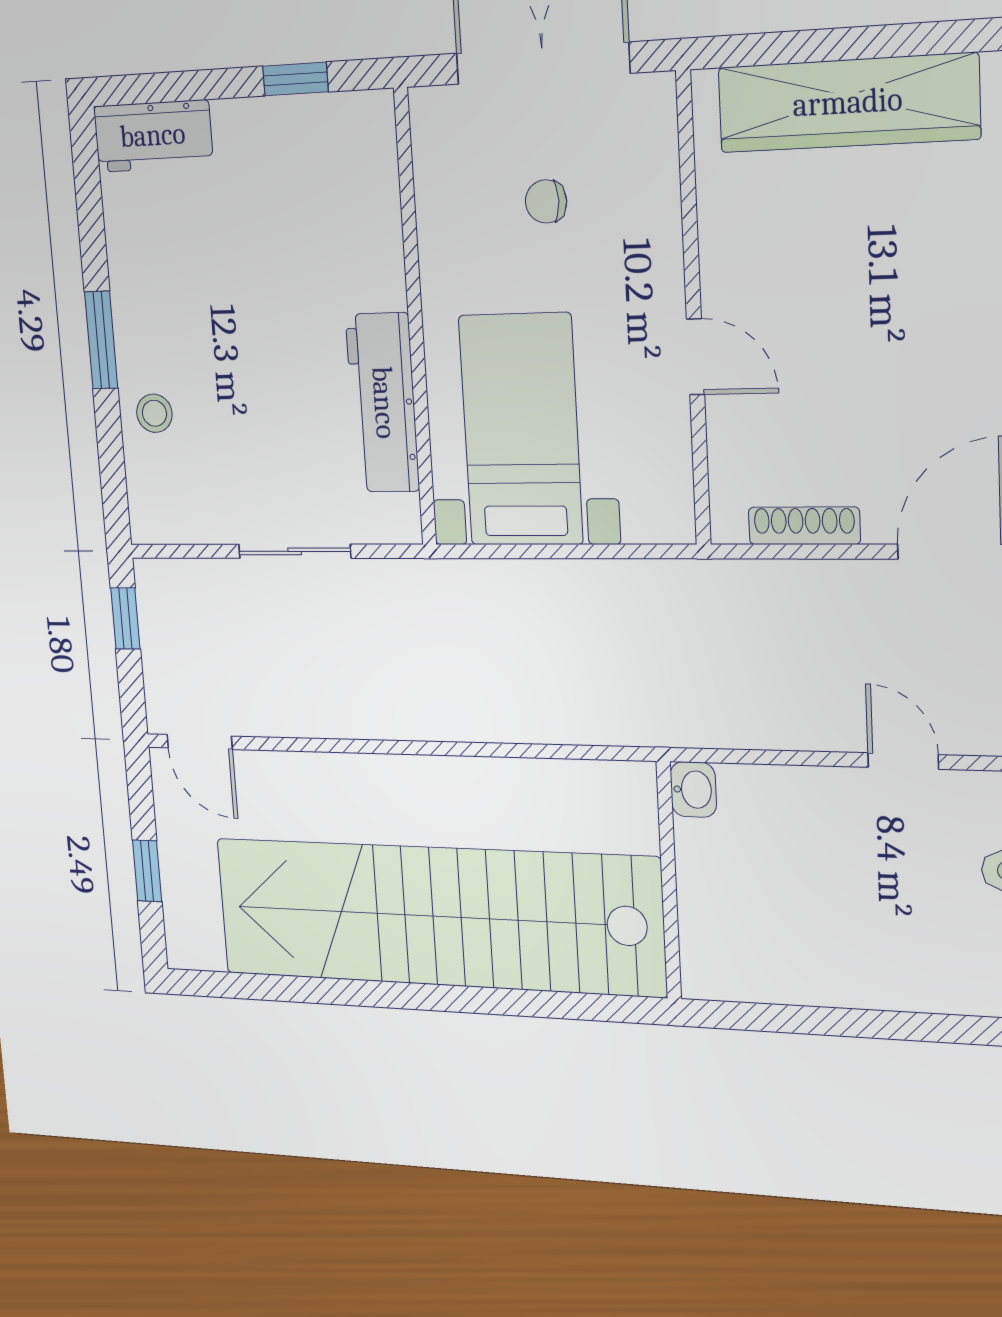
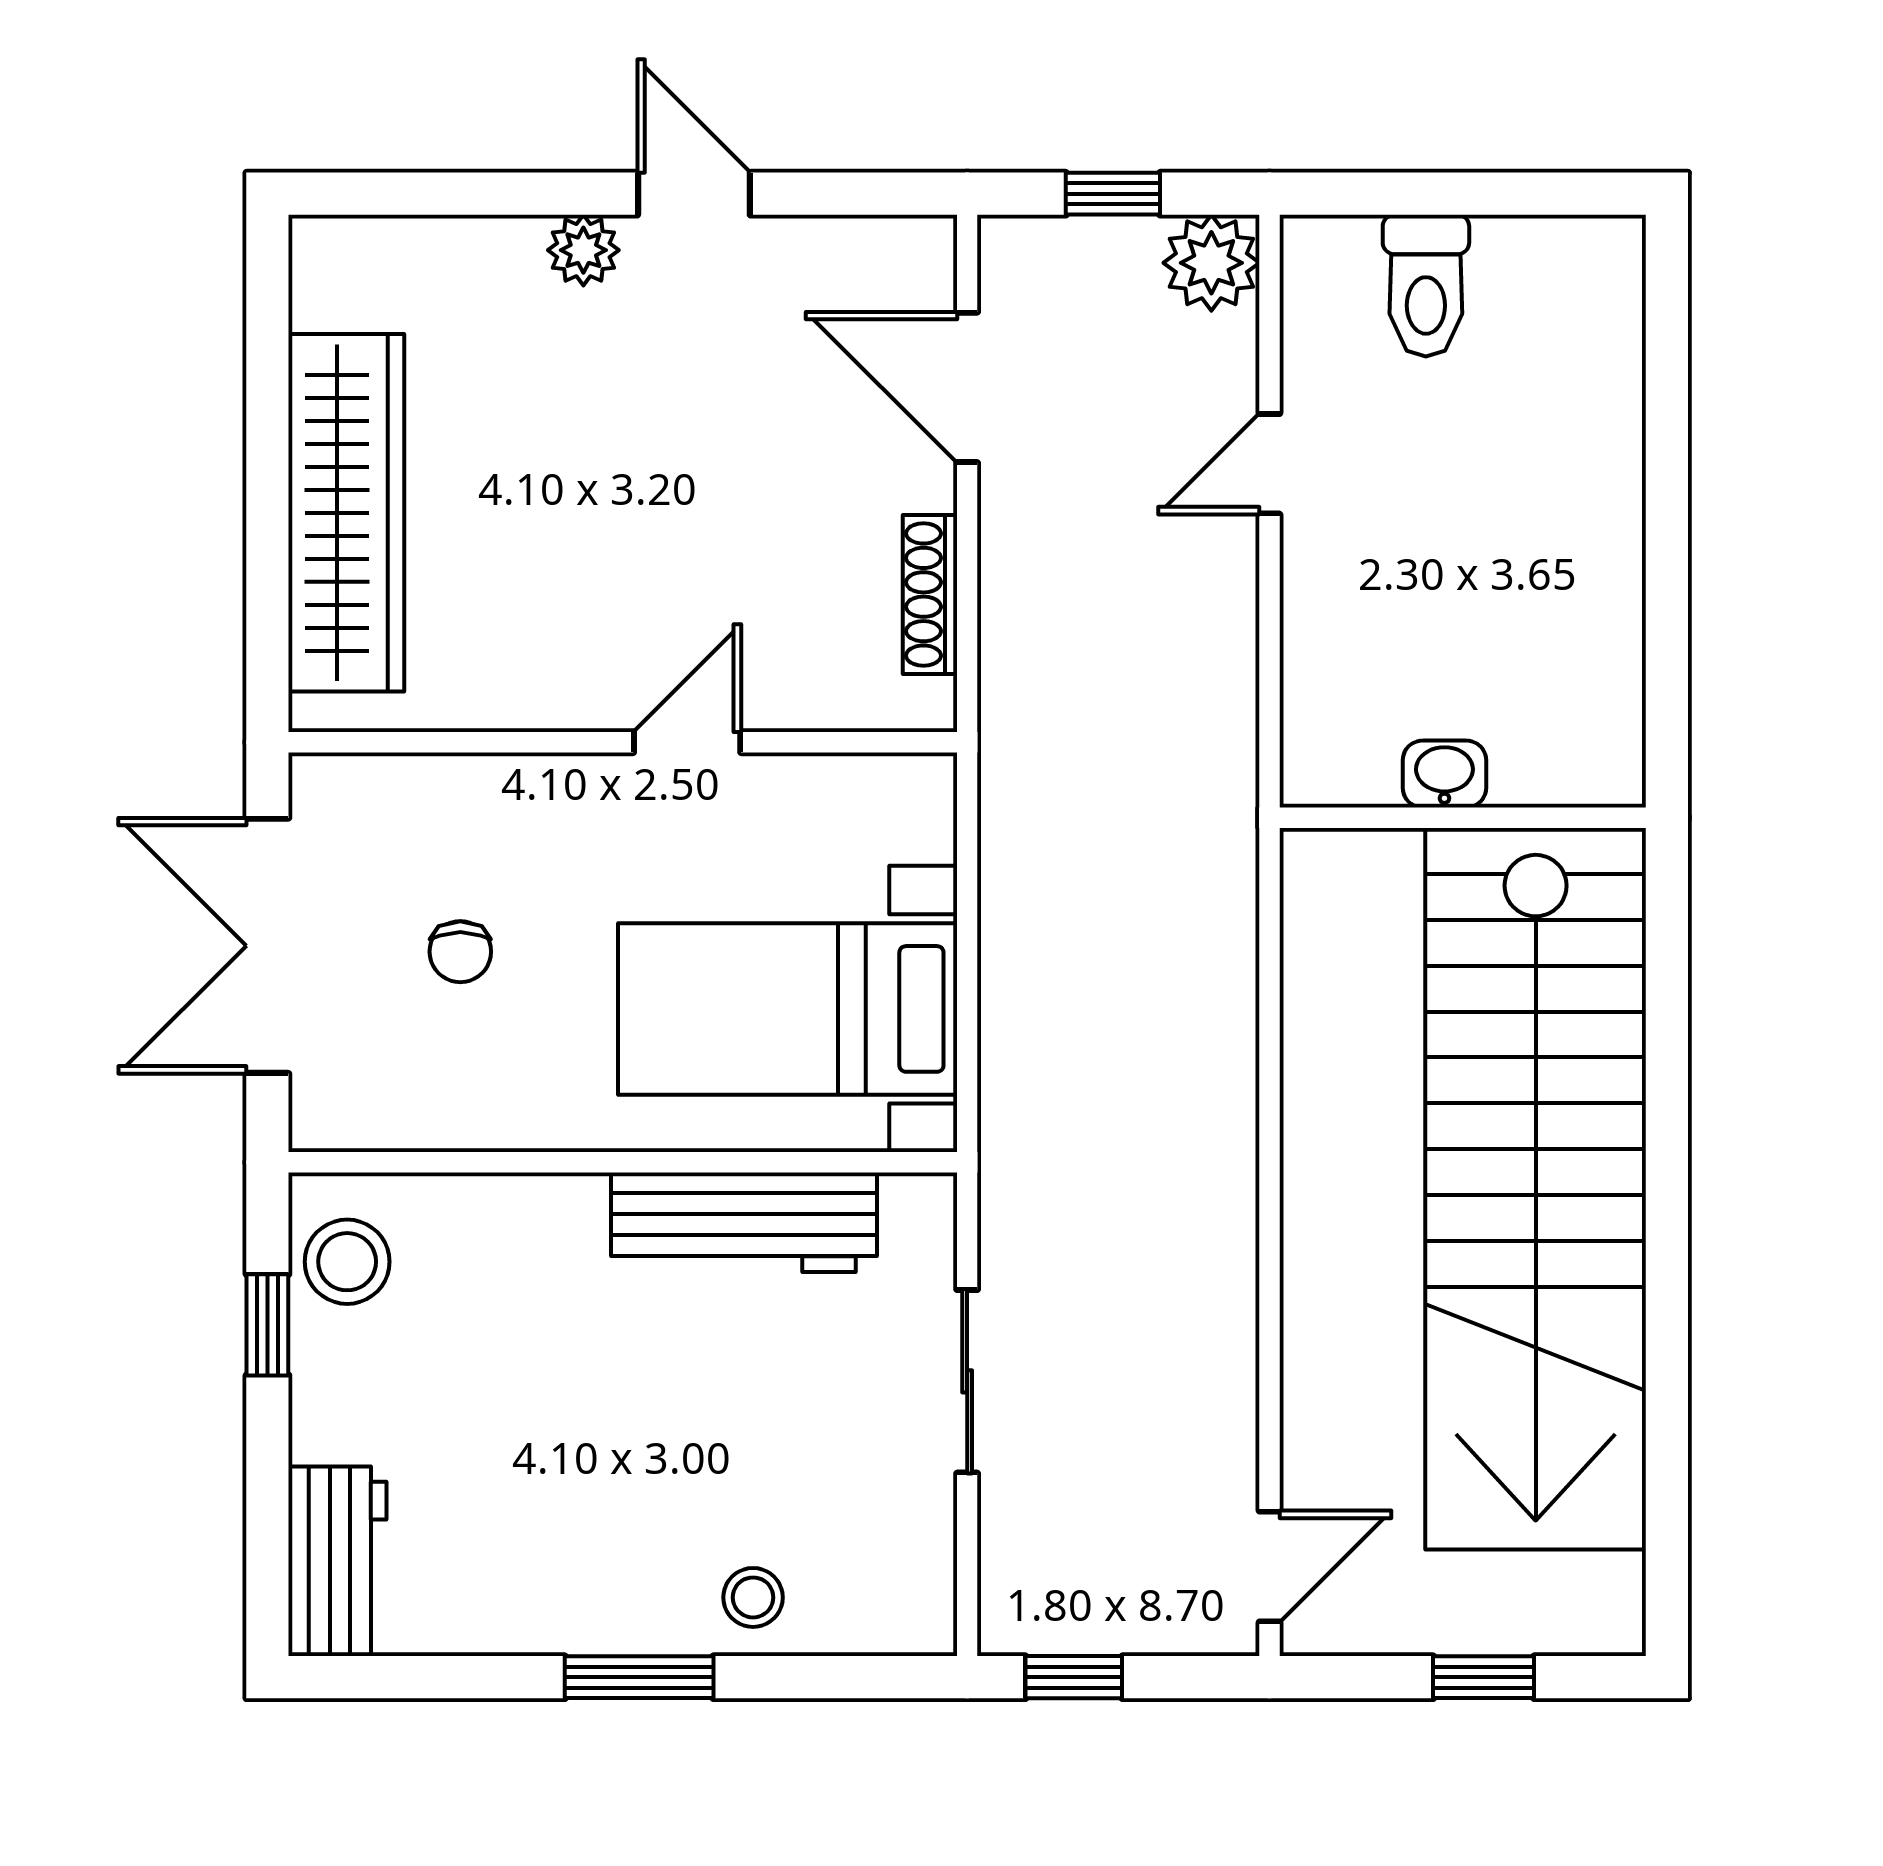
stool: (339, 132) -> (347, 1262), added
washbasin: (693, 790) -> (1444, 774), moved

